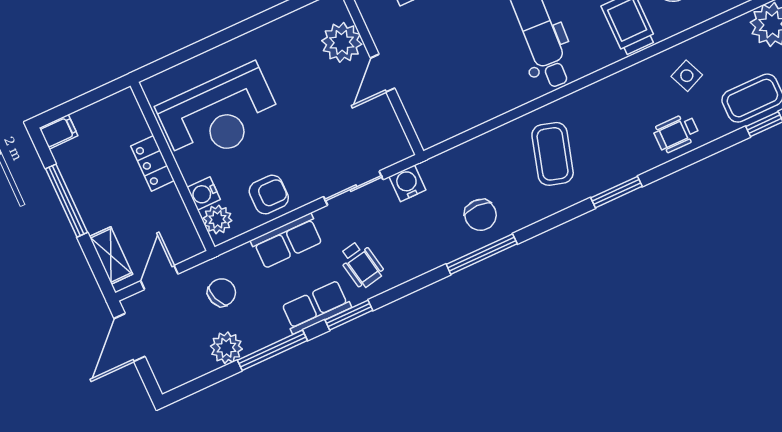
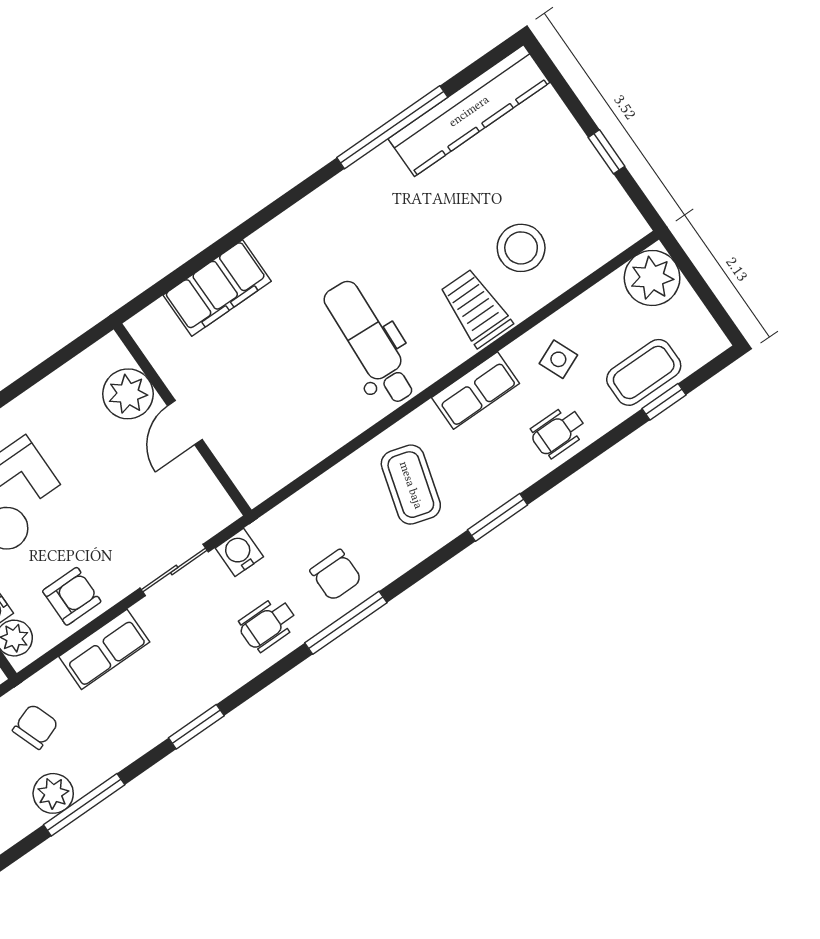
wheelchair: (361, 264) -> (268, 624), moved, turned 101
row of seats: (316, 307) -> (476, 390), moved, turned 180
window: (272, 350) -> (84, 805), moved

